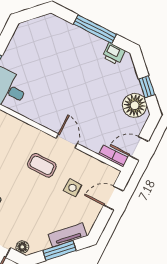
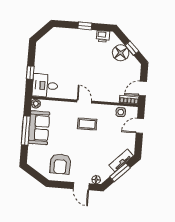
window: (95, 29) -> (85, 26), width x0.46
floor lamp: (135, 105) -> (121, 53), moved
door: (67, 141) -> (84, 101), moved
side table: (72, 188) -> (121, 112), moved

